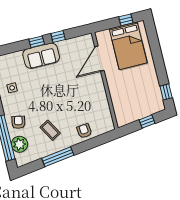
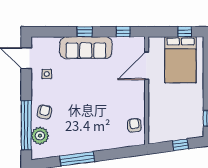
window: (58, 36) -> (123, 32), moved
sofa: (41, 56) -> (86, 48), width x1.36
coffee table: (50, 130) -> (76, 129), removed
armchair: (84, 131) -> (134, 125), moved

